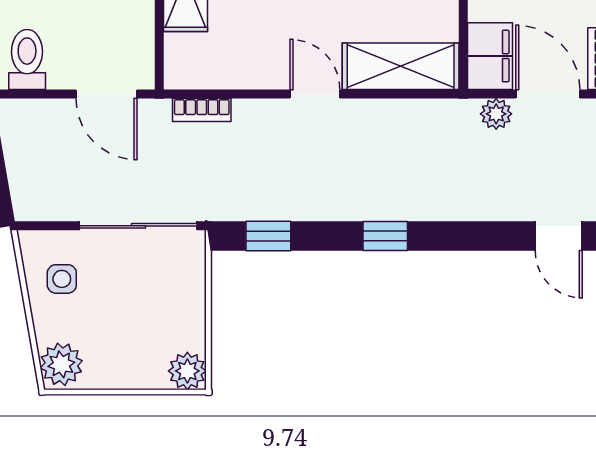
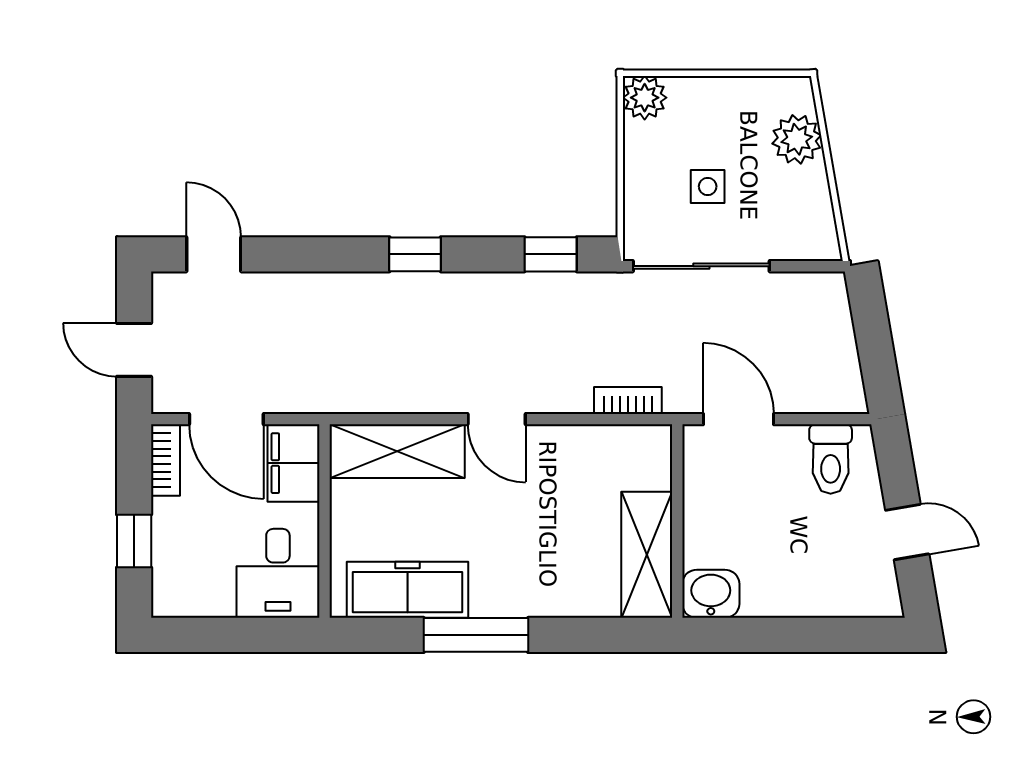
plant: (496, 114) -> (286, 396), removed
side table: (62, 279) -> (708, 186), moved
plant: (61, 364) -> (797, 139), moved

